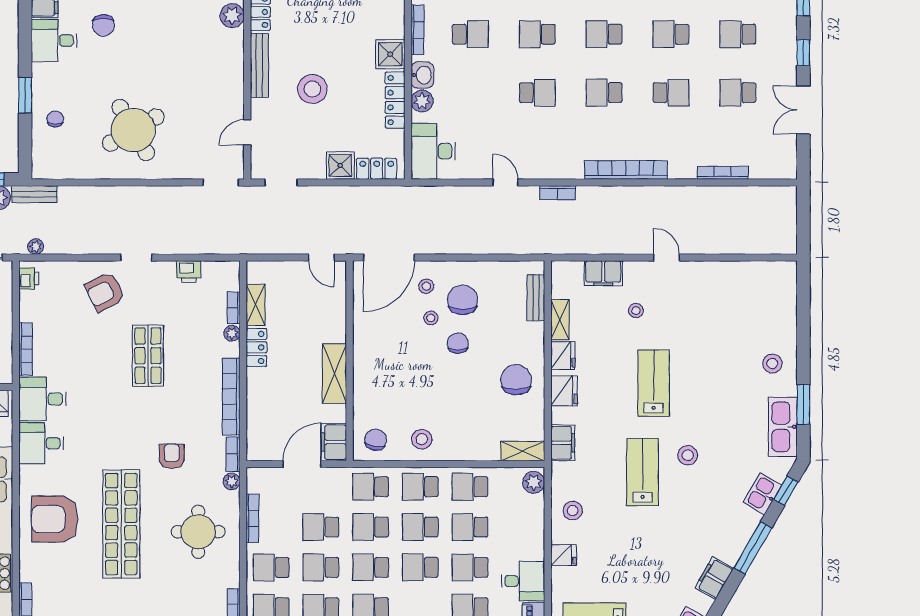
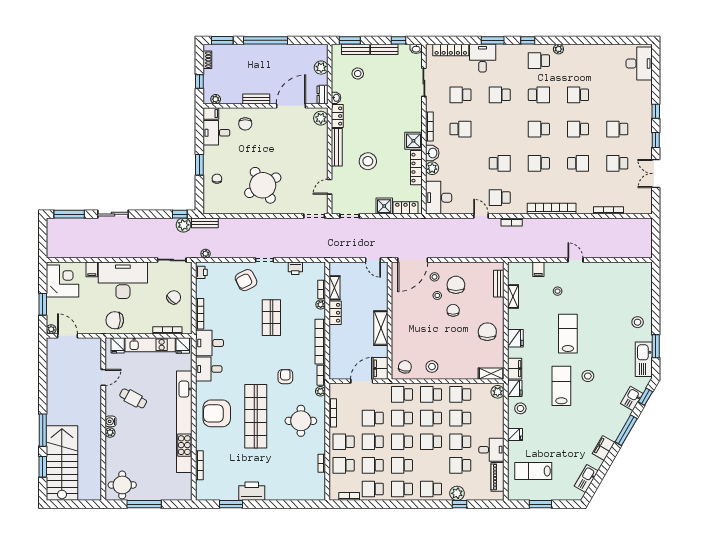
school desk: (537, 34) -> (500, 198), moved
filing cabinet: (603, 273) -> (538, 269), width x0.50
fridge: (563, 356) -> (515, 388), moved

